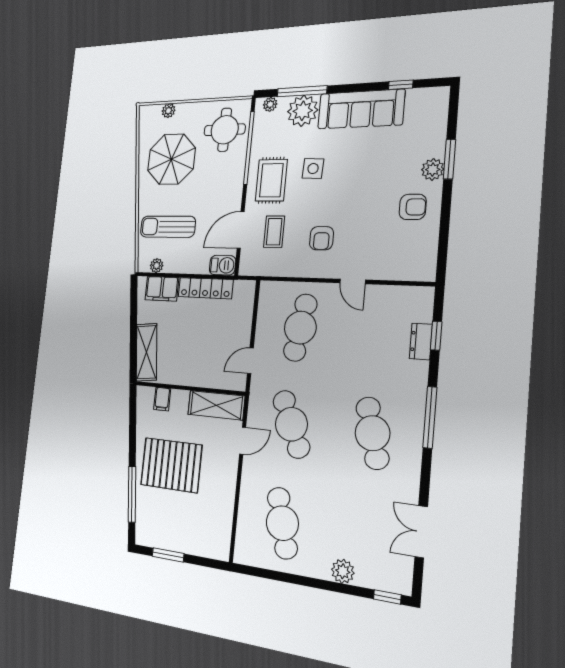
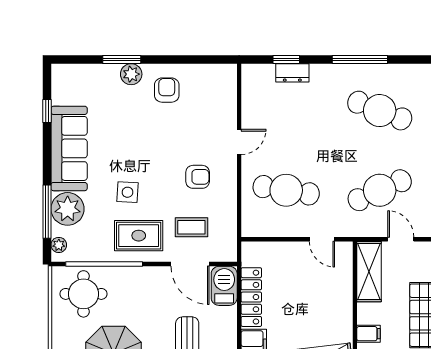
barbecue: (223, 265) -> (224, 286), width x1.38, depth x1.27
cafe table: (372, 433) -> (380, 111), turned 36

